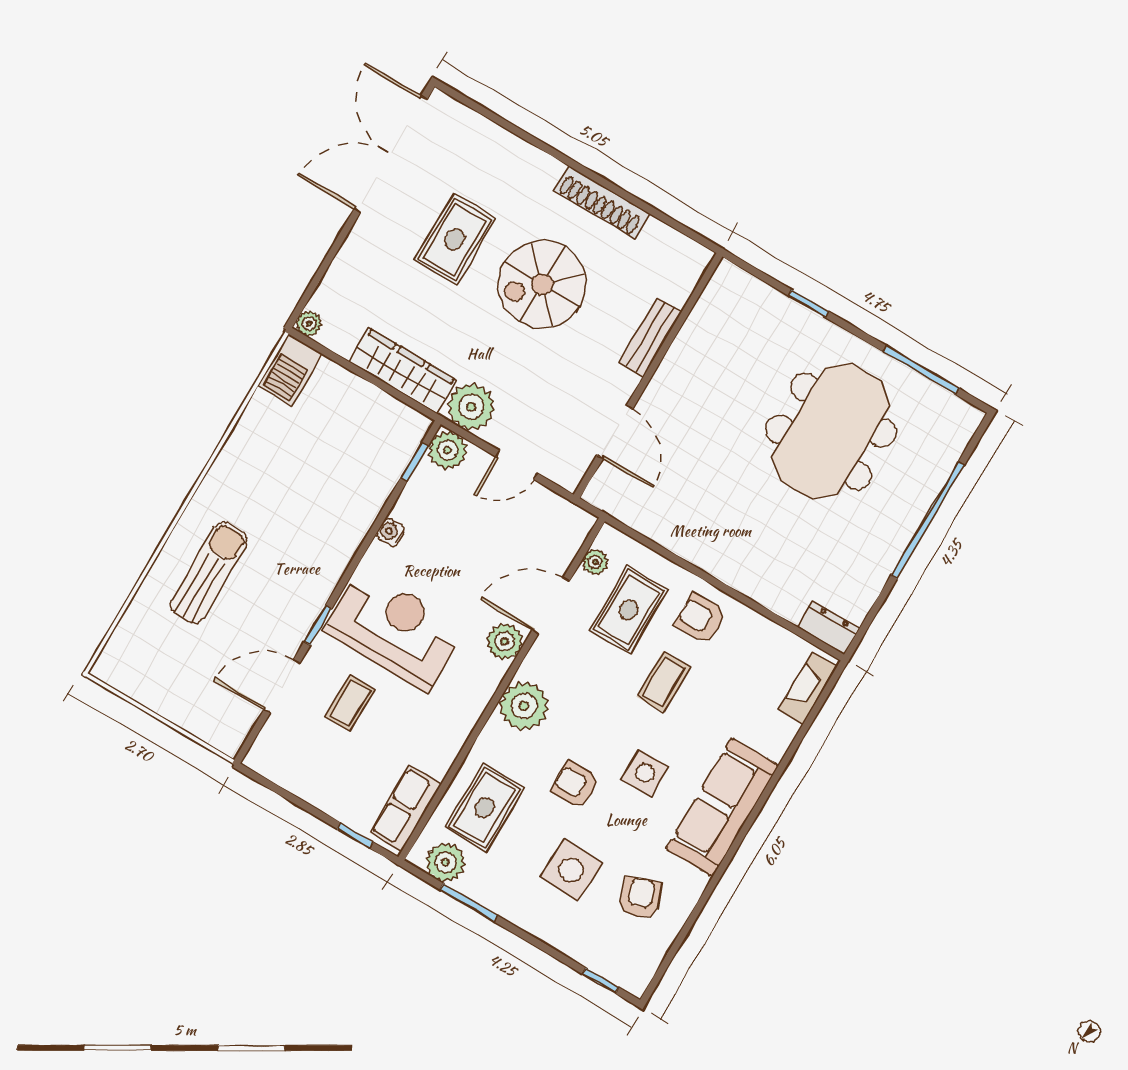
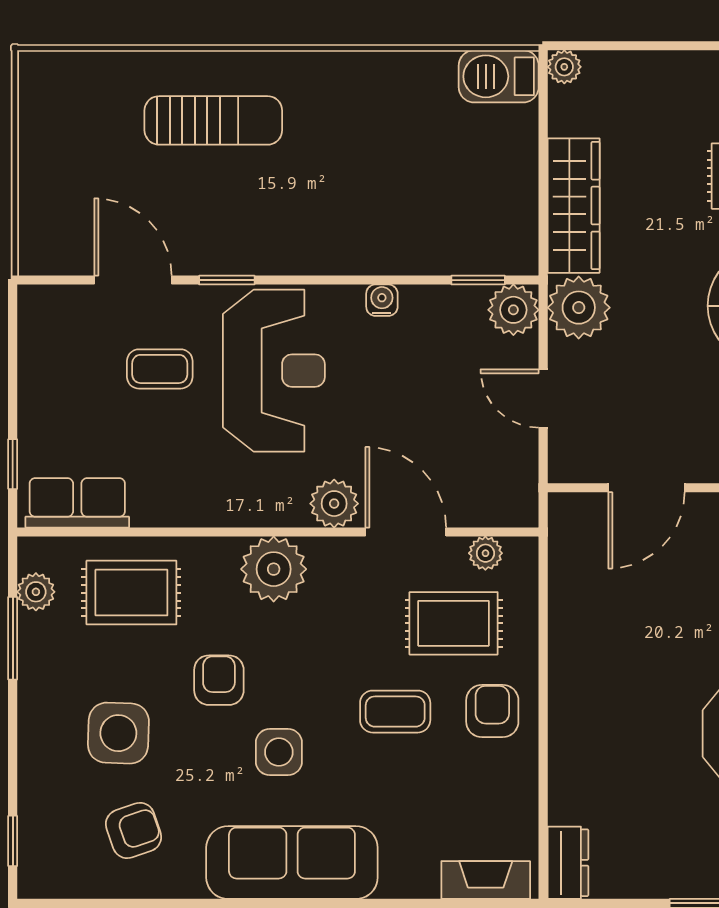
plant: (445, 862) -> (36, 592), width x0.73, depth x0.73

